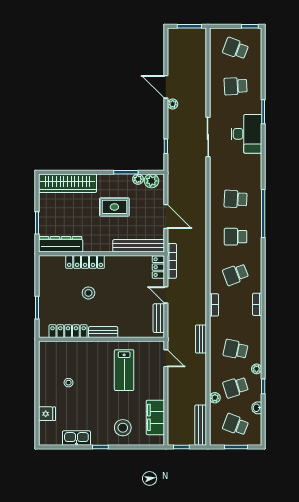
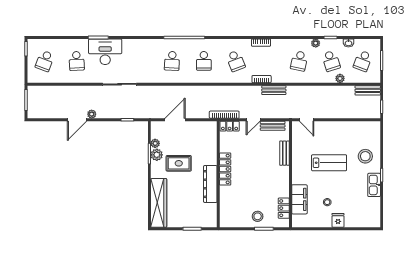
desk: (246, 134) -> (105, 52), moved
plant: (151, 181) -> (157, 155), moved
rug: (114, 207) -> (179, 163), turned 90
door: (166, 216) -> (175, 120), moved
dresser: (61, 244) -> (210, 184), moved
bench: (139, 246) -> (212, 143), removed
locker: (85, 262) -> (225, 169), moved
stool: (88, 293) -> (258, 216), moved
locker: (68, 331) -> (284, 208), width x0.66
bench: (103, 332) -> (284, 153), moved
bench: (201, 339) -> (274, 90), moved
door: (166, 358) -> (307, 120), swing flipped
lab bench: (124, 370) -> (329, 163), moved
fridge: (47, 414) -> (338, 220), moved
filing cabinet: (155, 417) -> (299, 199), moved, turned -90
bench: (201, 425) -> (368, 90), width x0.73
kitchen sink: (76, 438) -> (374, 185), moved

